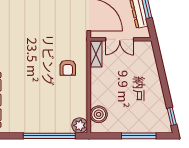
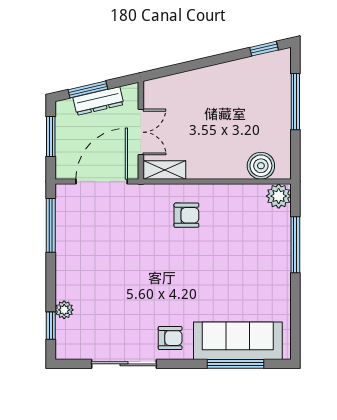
window: (49, 136) -> (295, 245), width x0.68

